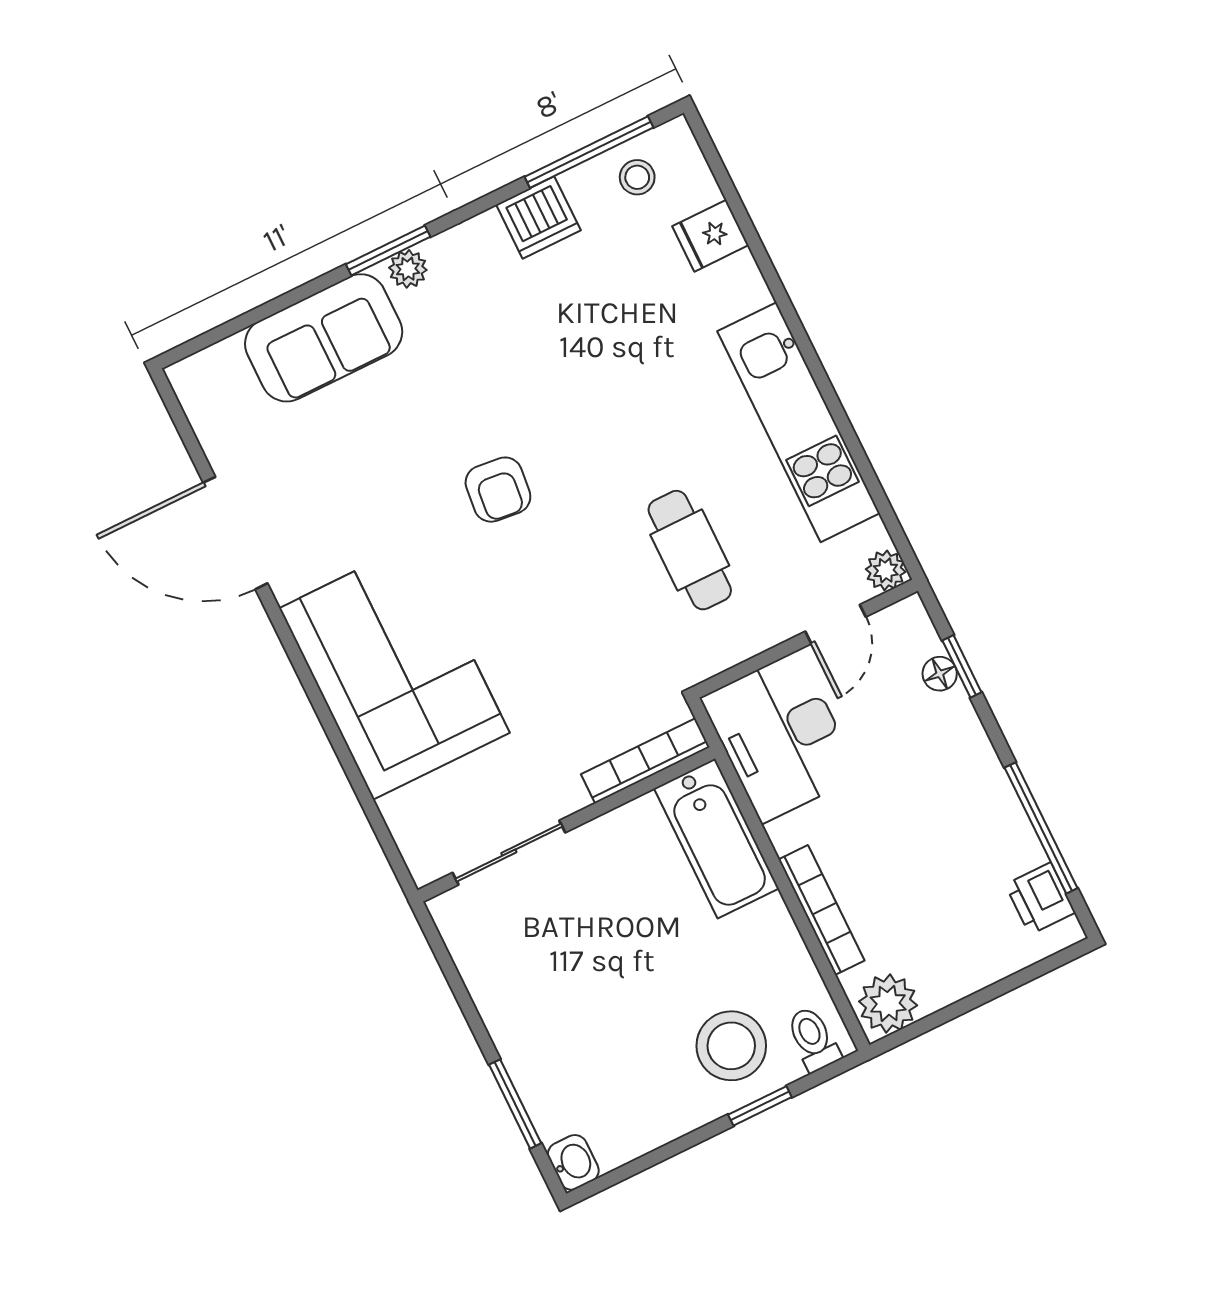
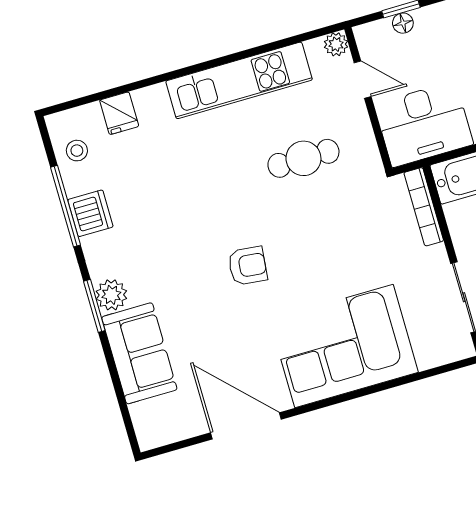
window: (589, 152) -> (65, 206), moved
plant: (408, 269) -> (111, 295), width x1.38, depth x1.38
door: (235, 533) -> (246, 426), swing flipped

